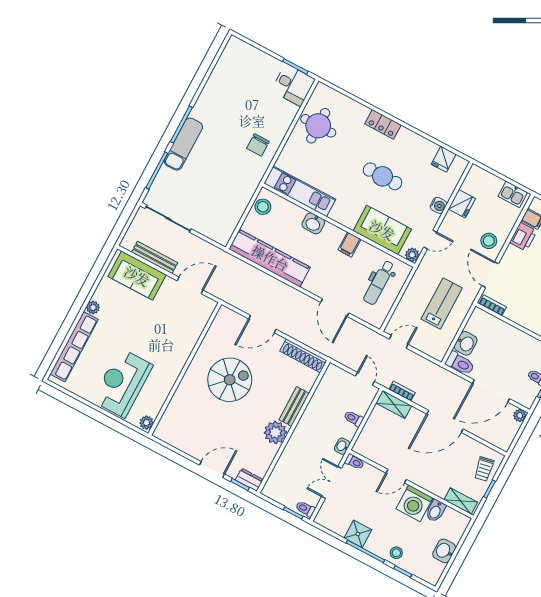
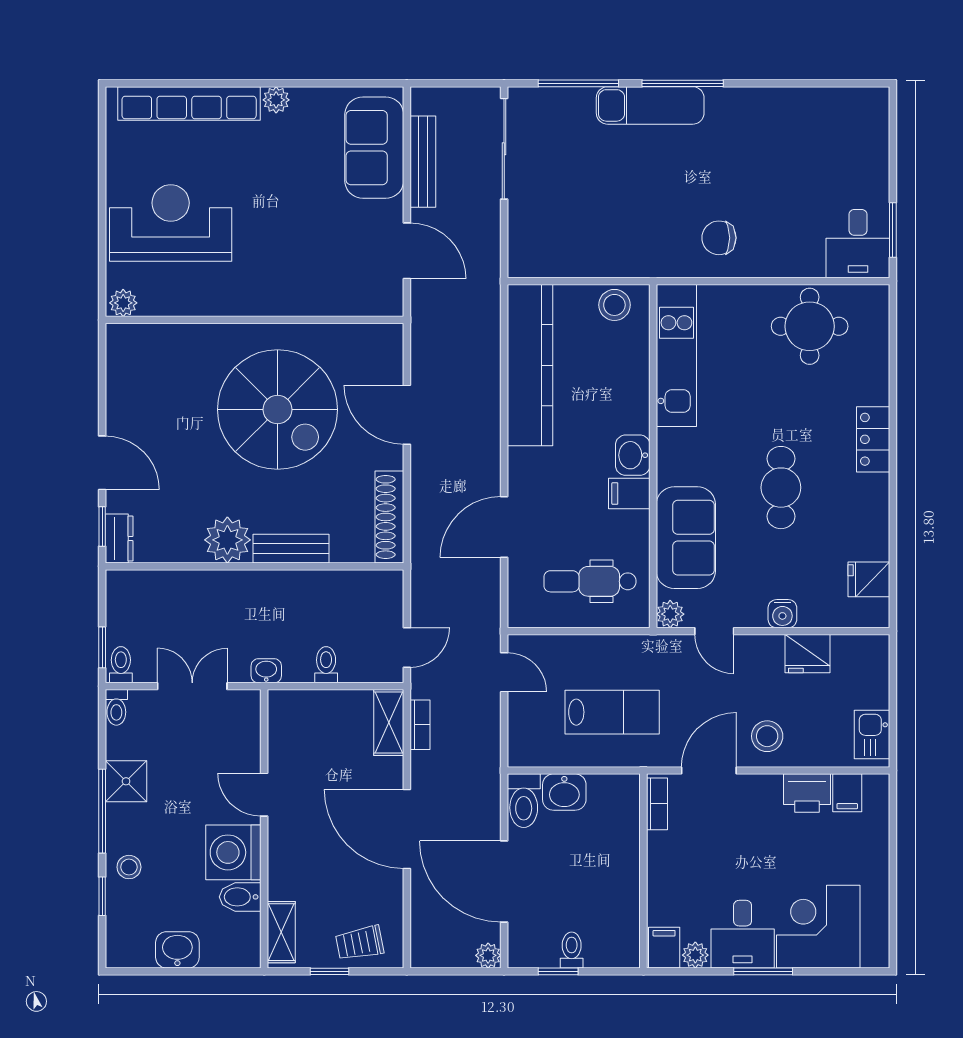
washbasin: (313, 223) -> (633, 455), moved
spiral stairs: (230, 380) -> (278, 410), width x1.37, depth x1.37
toilet: (354, 462) -> (116, 707), moved

